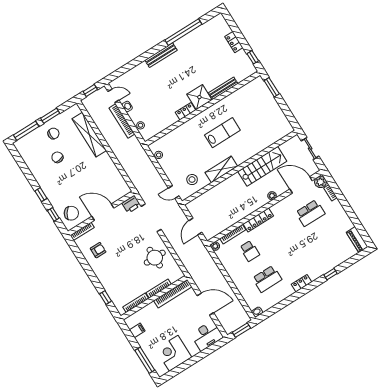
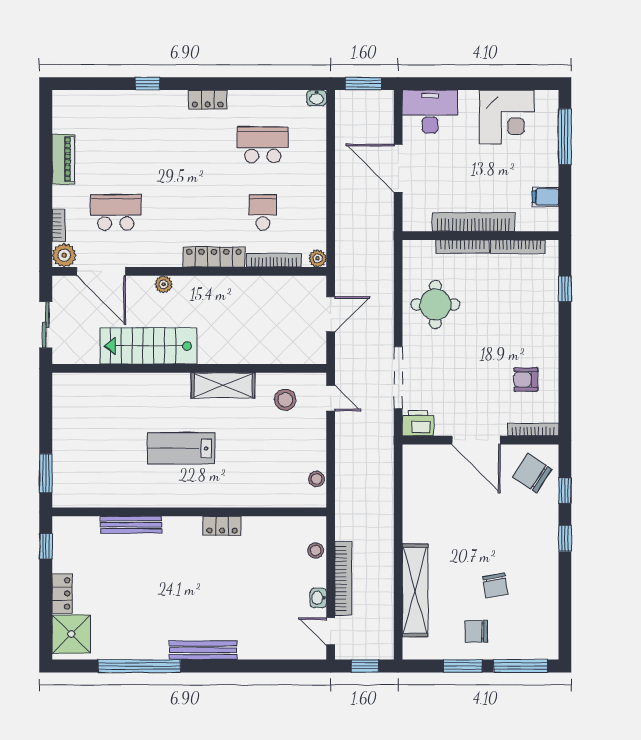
shower: (199, 97) -> (71, 634), moved
piano: (357, 240) -> (63, 159), moved
bookcase: (173, 294) -> (473, 222), moved

